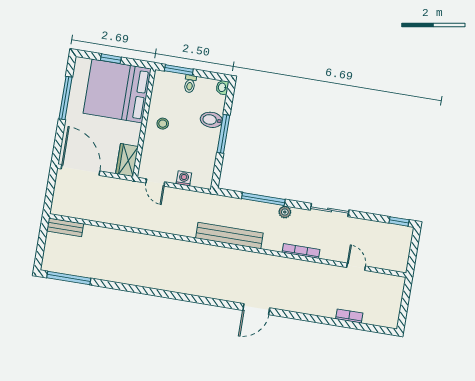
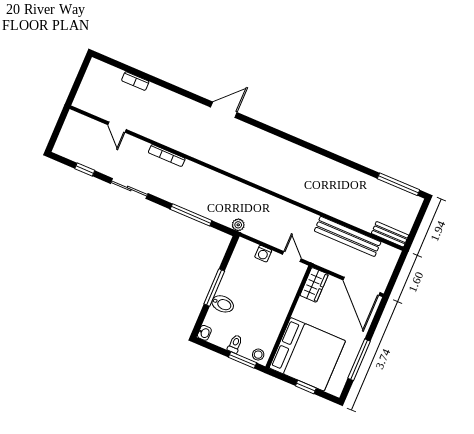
stool: (163, 124) -> (258, 355), moved
plant: (285, 212) -> (238, 225), moved
window: (399, 221) -> (85, 170), moved
bench: (229, 236) -> (348, 236), moved

